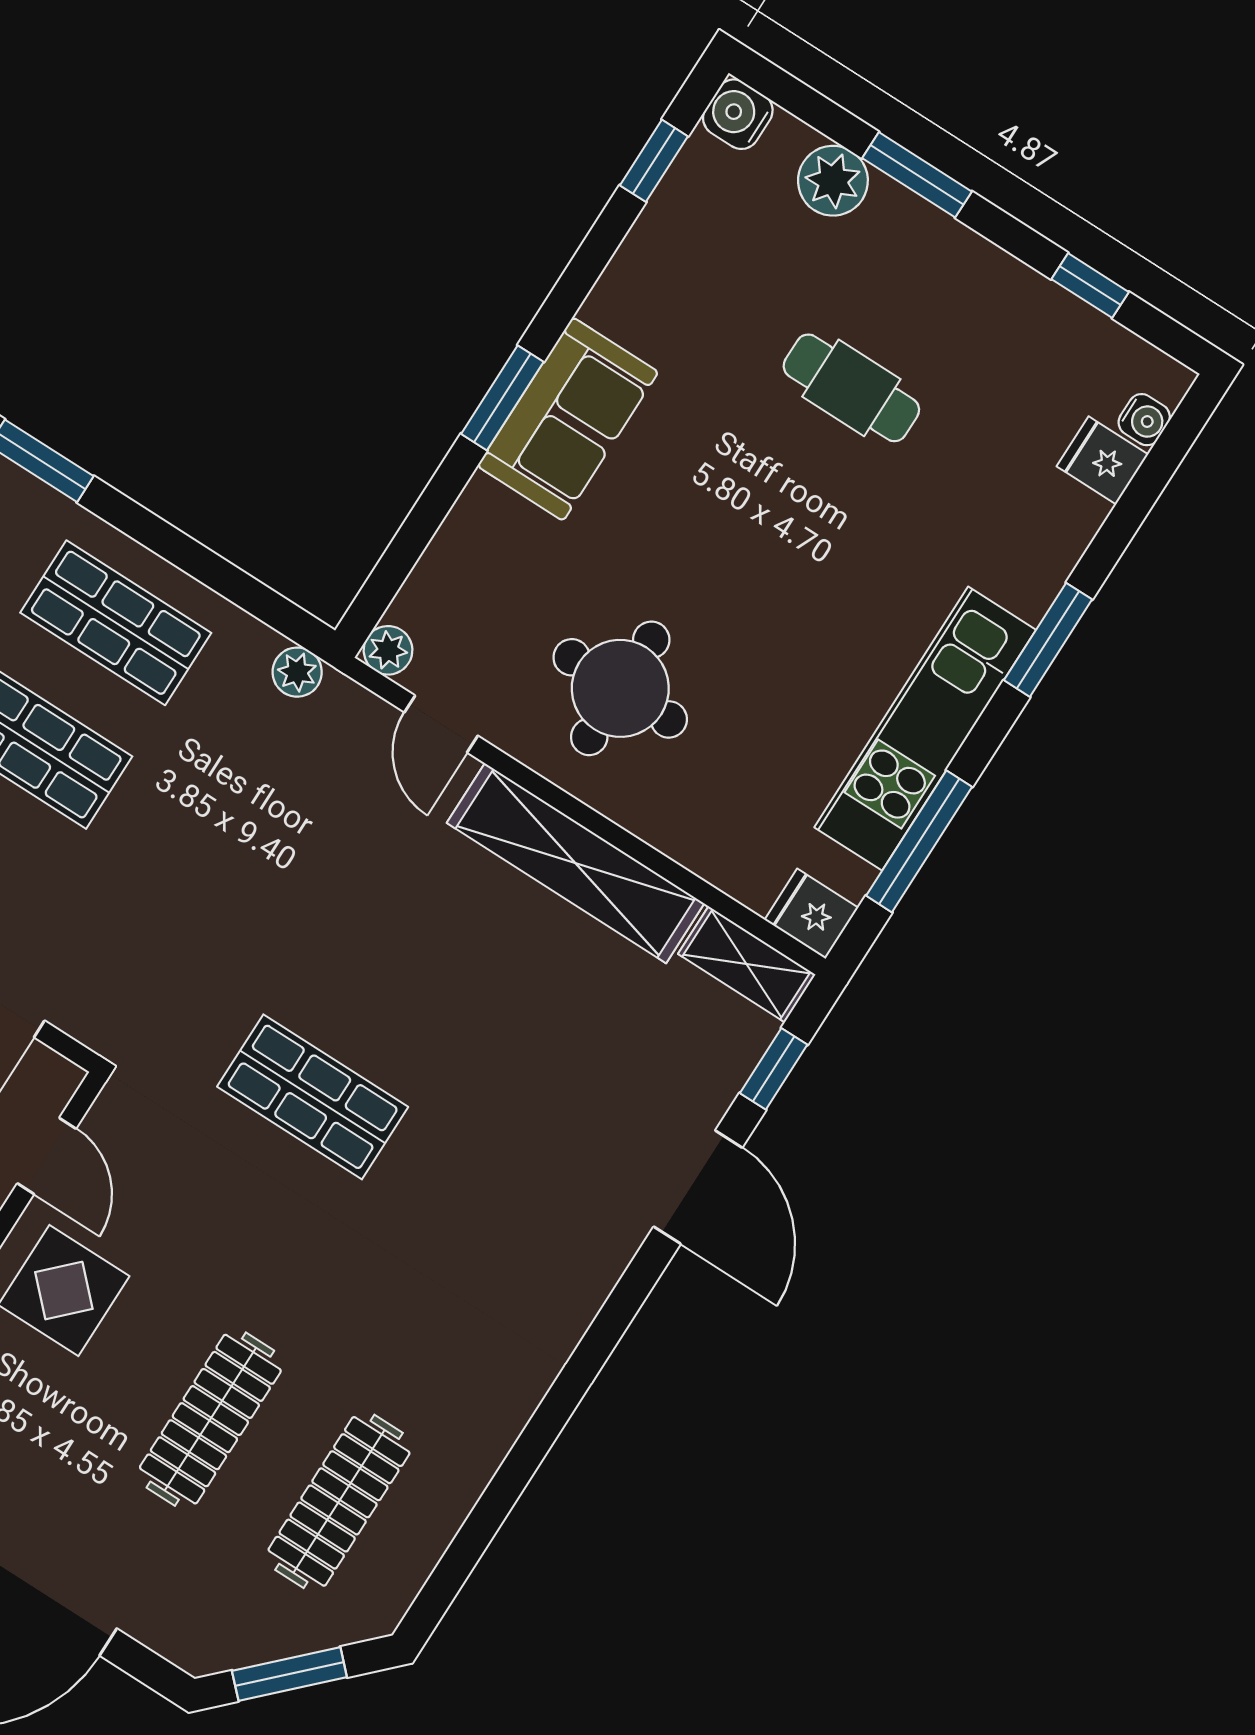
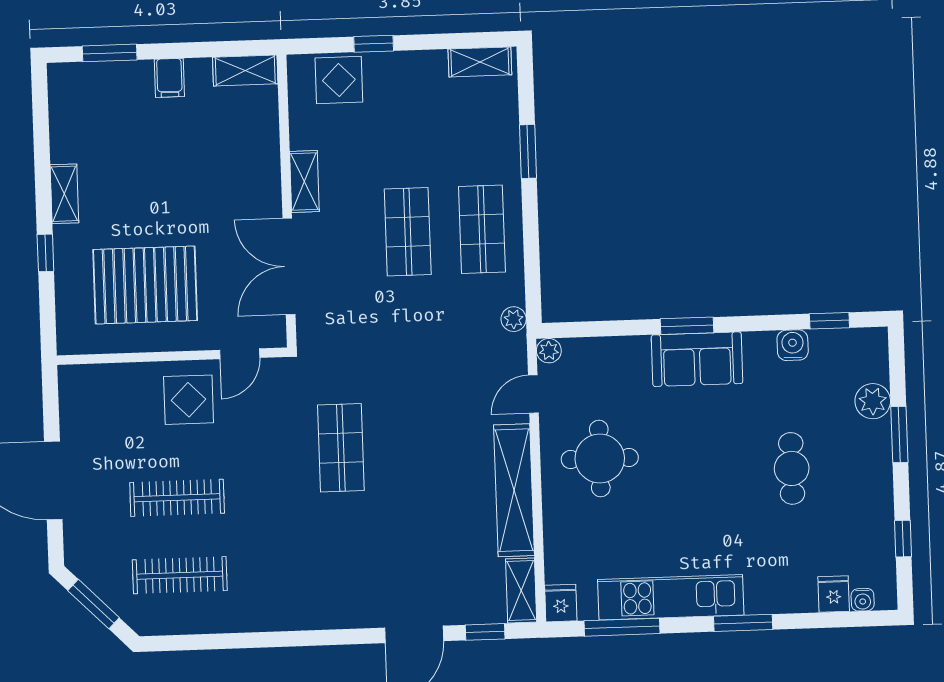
water cooler: (738, 114) -> (793, 345), moved

